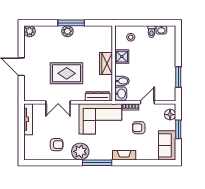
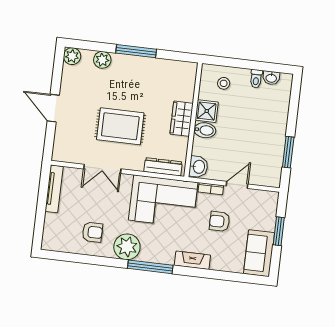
plant: (67, 31) -> (102, 60), moved
bidet: (122, 81) -> (205, 130), moved
floor lamp: (170, 115) -> (269, 207), removed

